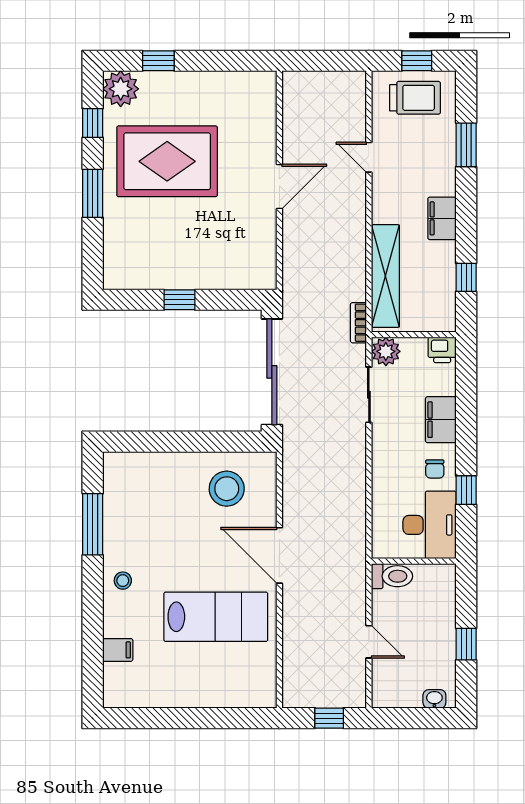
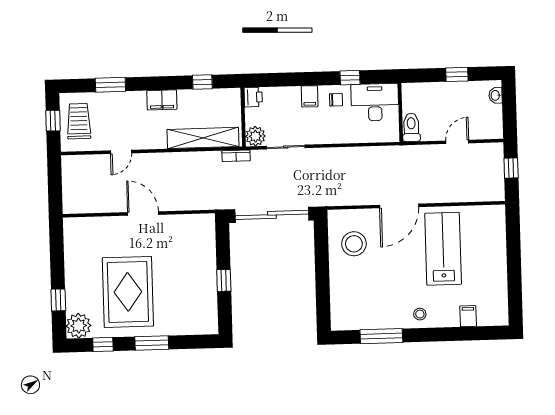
filing cabinet: (441, 420) -> (310, 96), width x0.50

